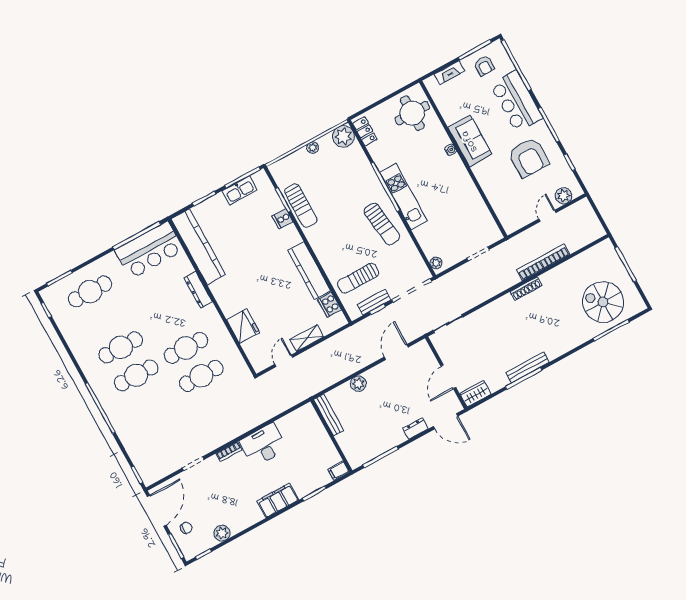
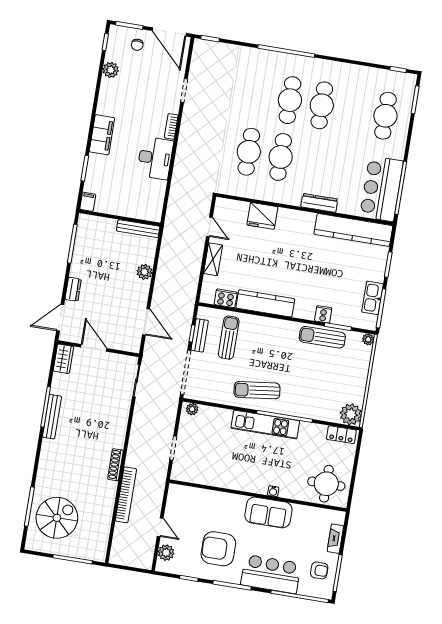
armchair: (484, 66) -> (319, 570), turned 180
plant: (313, 148) -> (368, 339), moved

